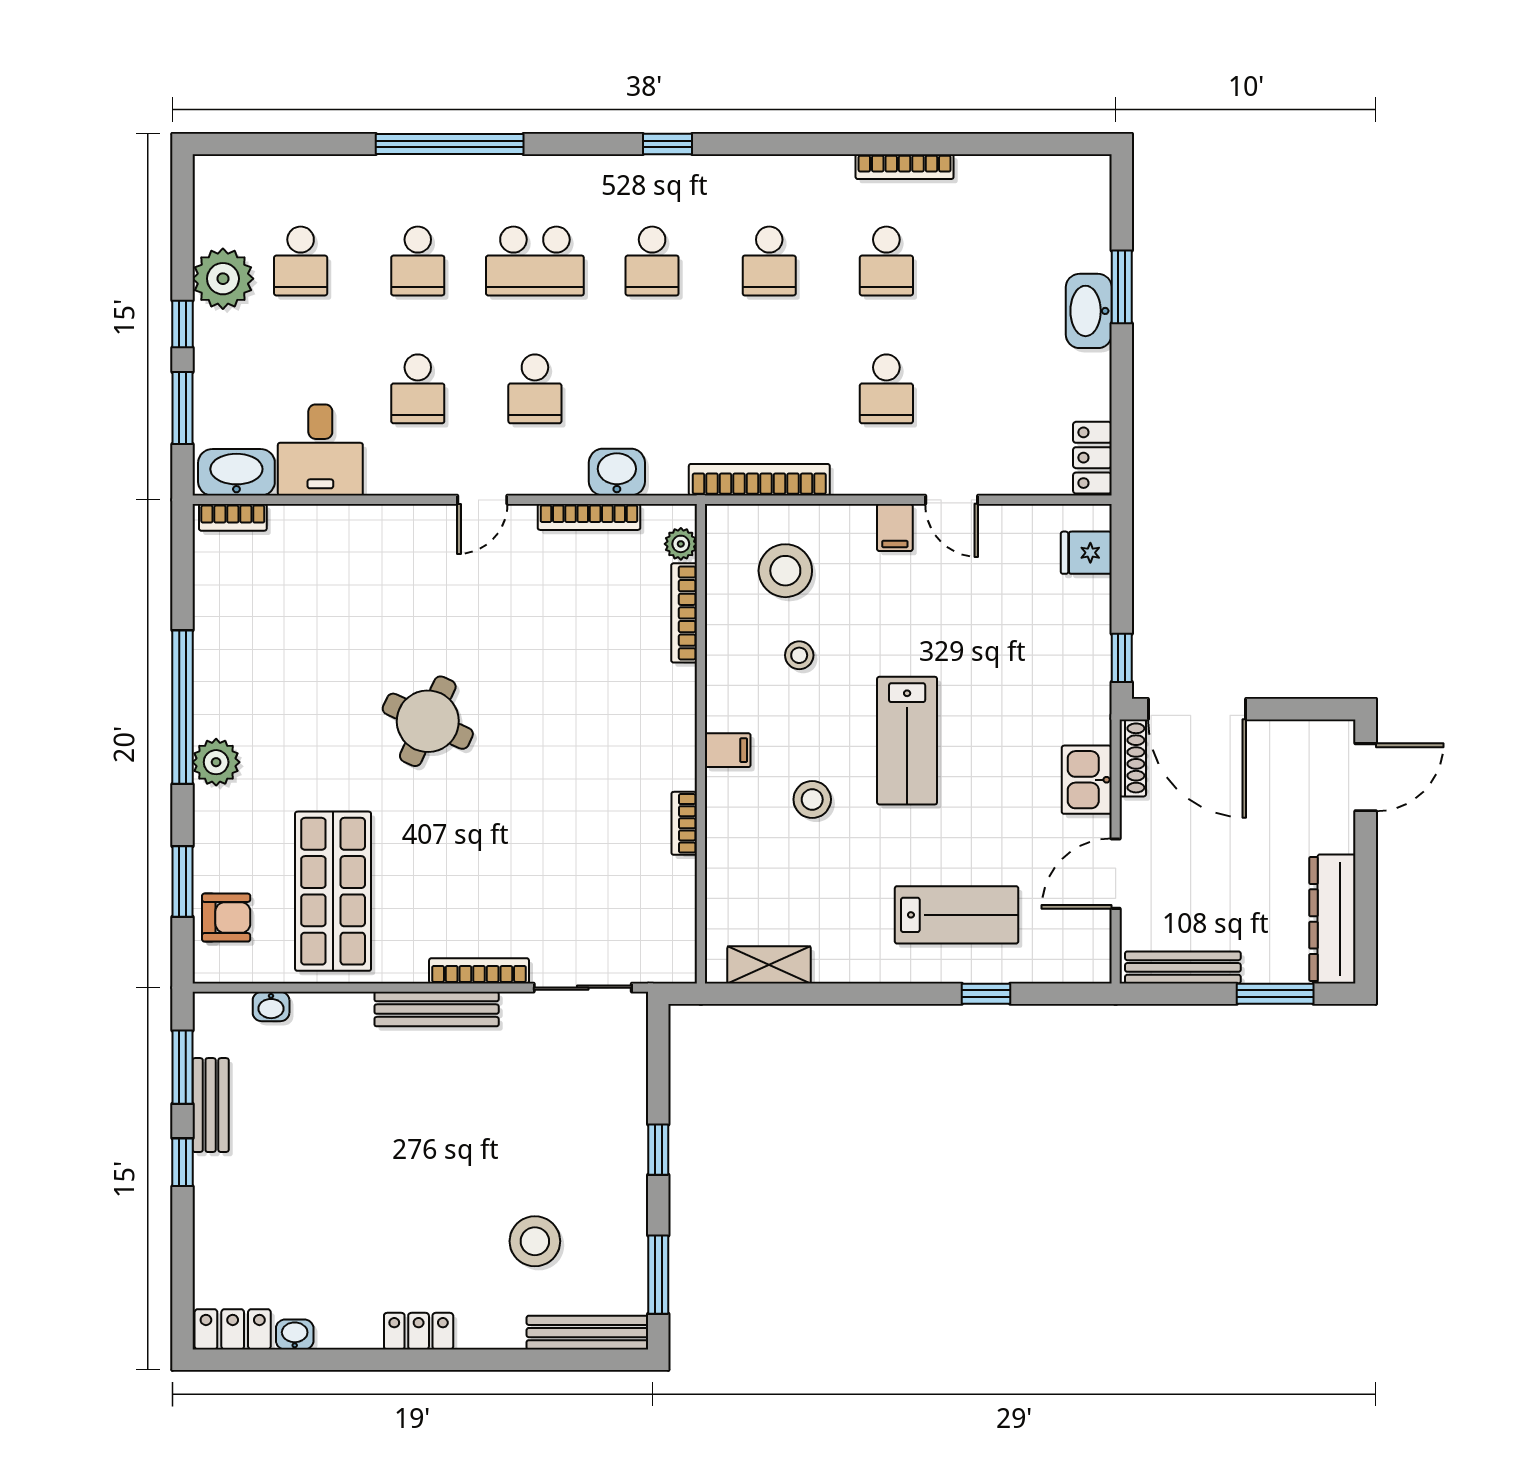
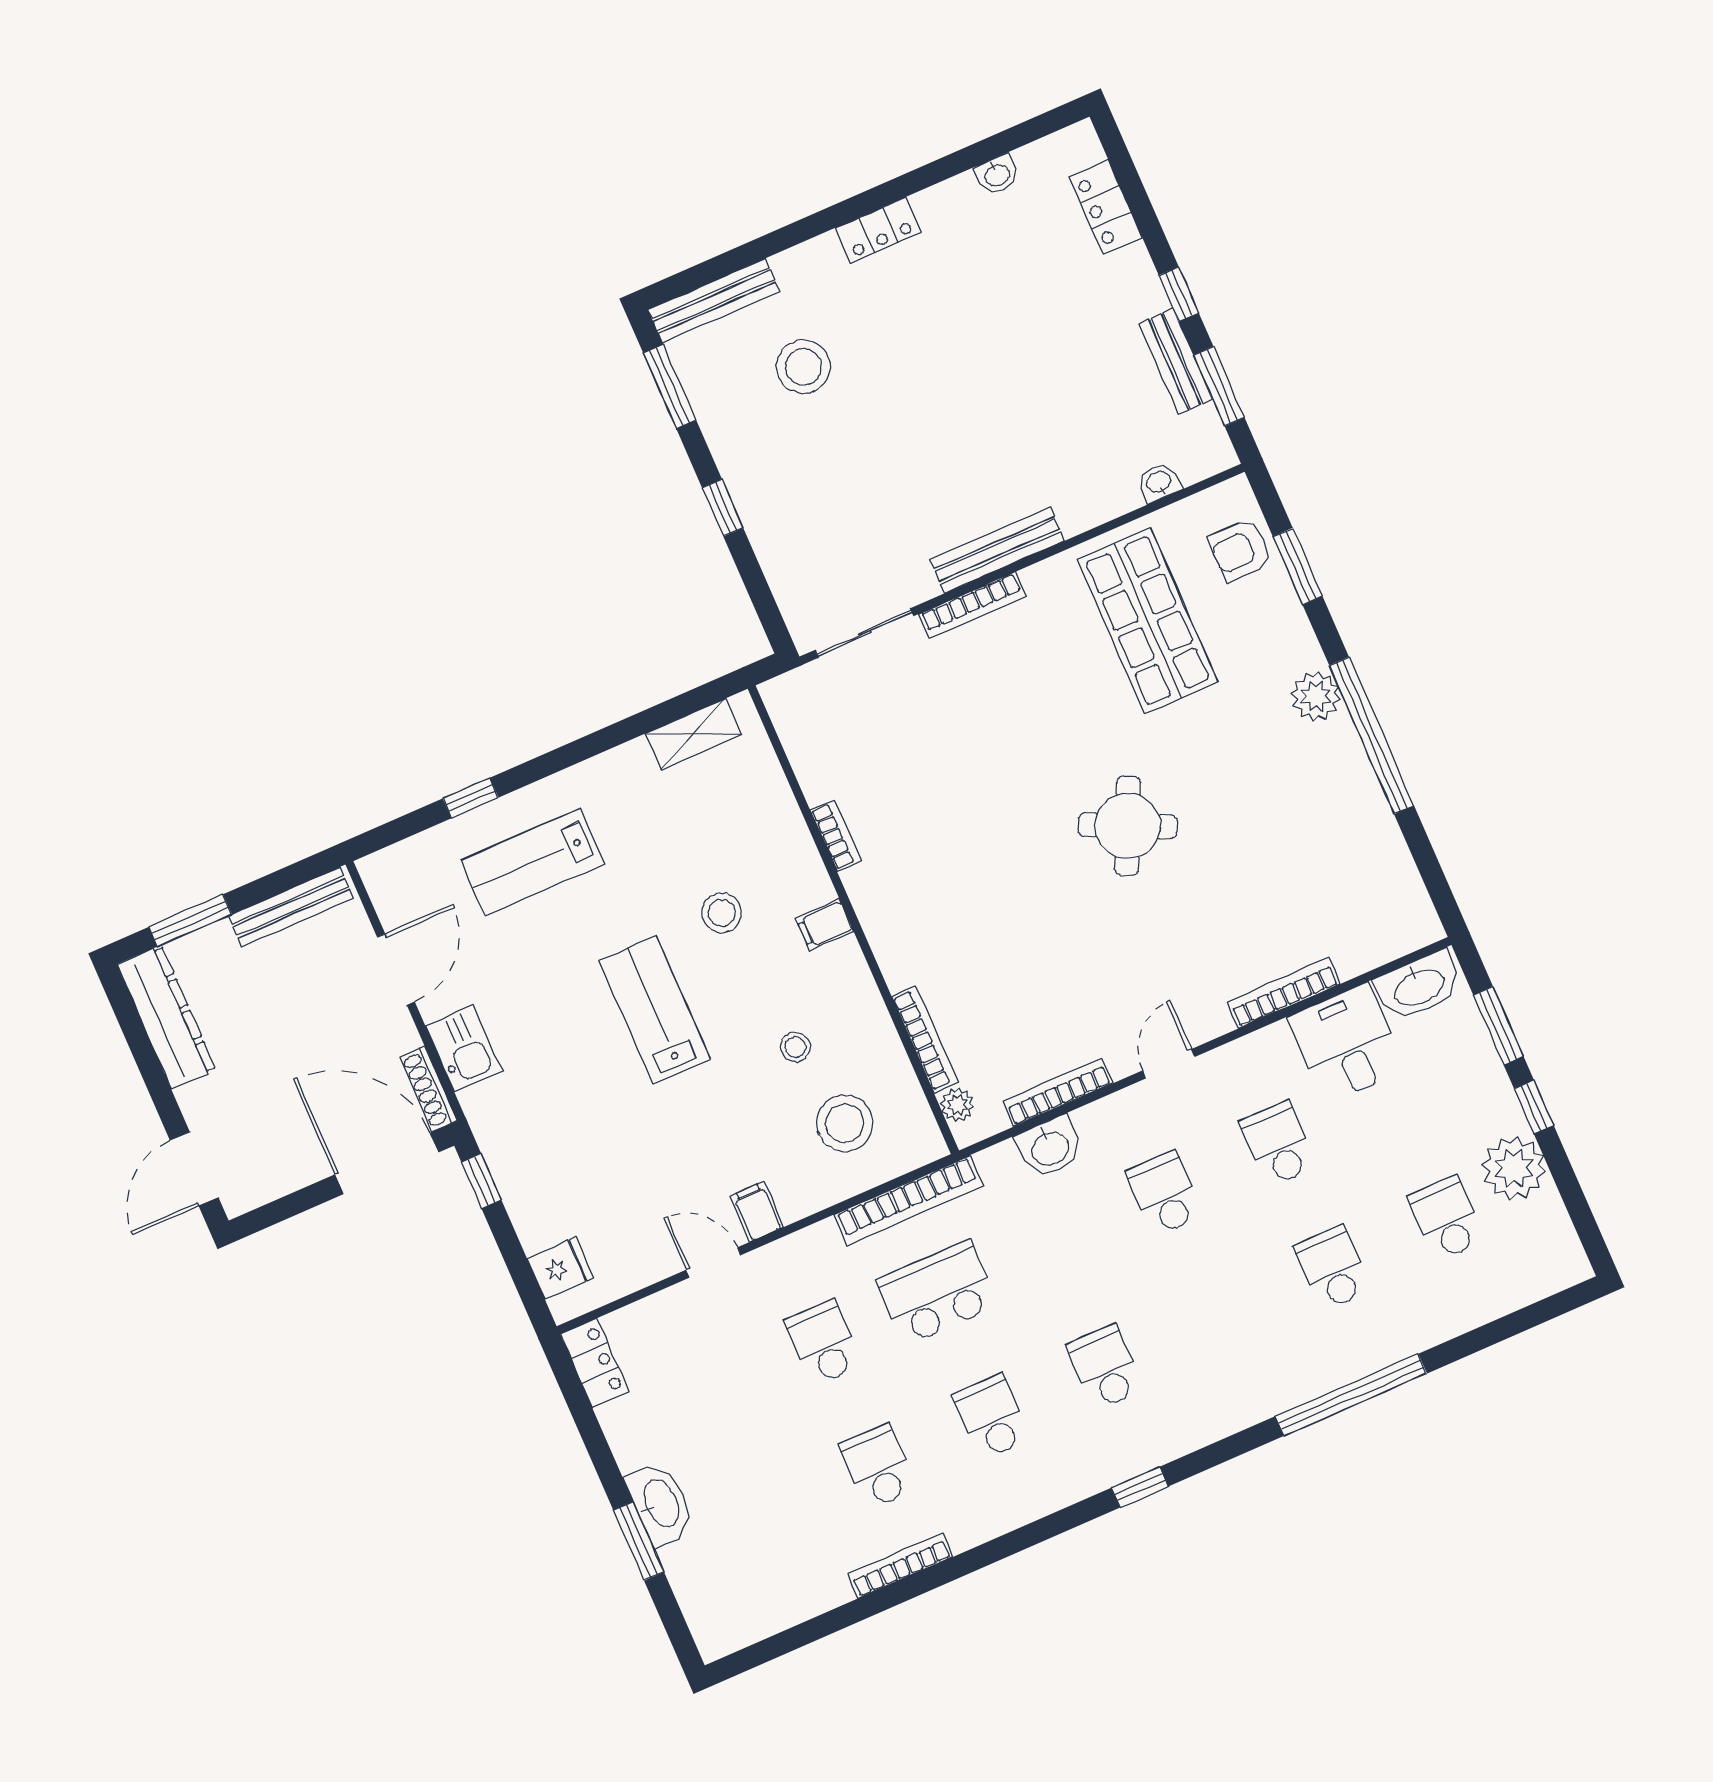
school desk: (535, 261) -> (937, 1293), moved
bookcase: (233, 517) -> (1283, 993), moved, width x1.56
locker: (233, 1329) -> (1106, 208), moved, turned 90

